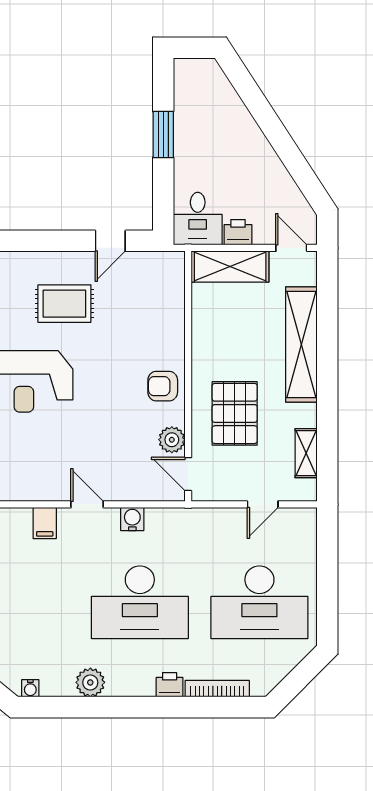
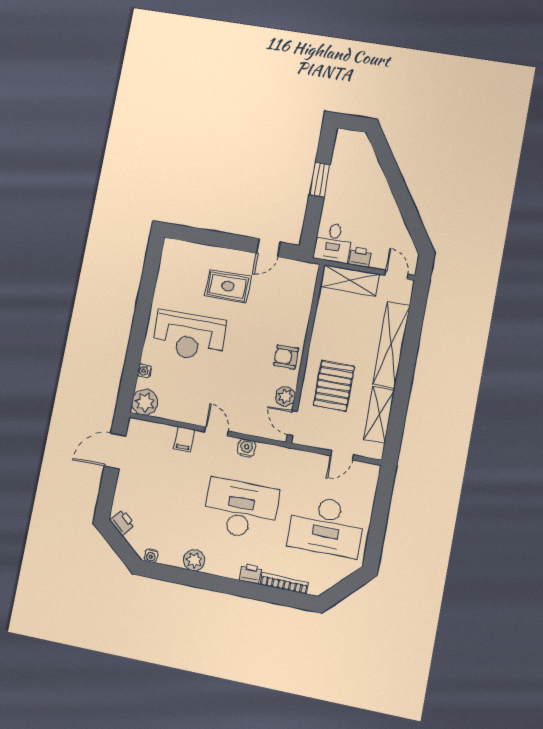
shelving: (306, 453) -> (379, 415), width x1.50, depth x1.33
desk: (140, 602) -> (240, 509), turned 180

